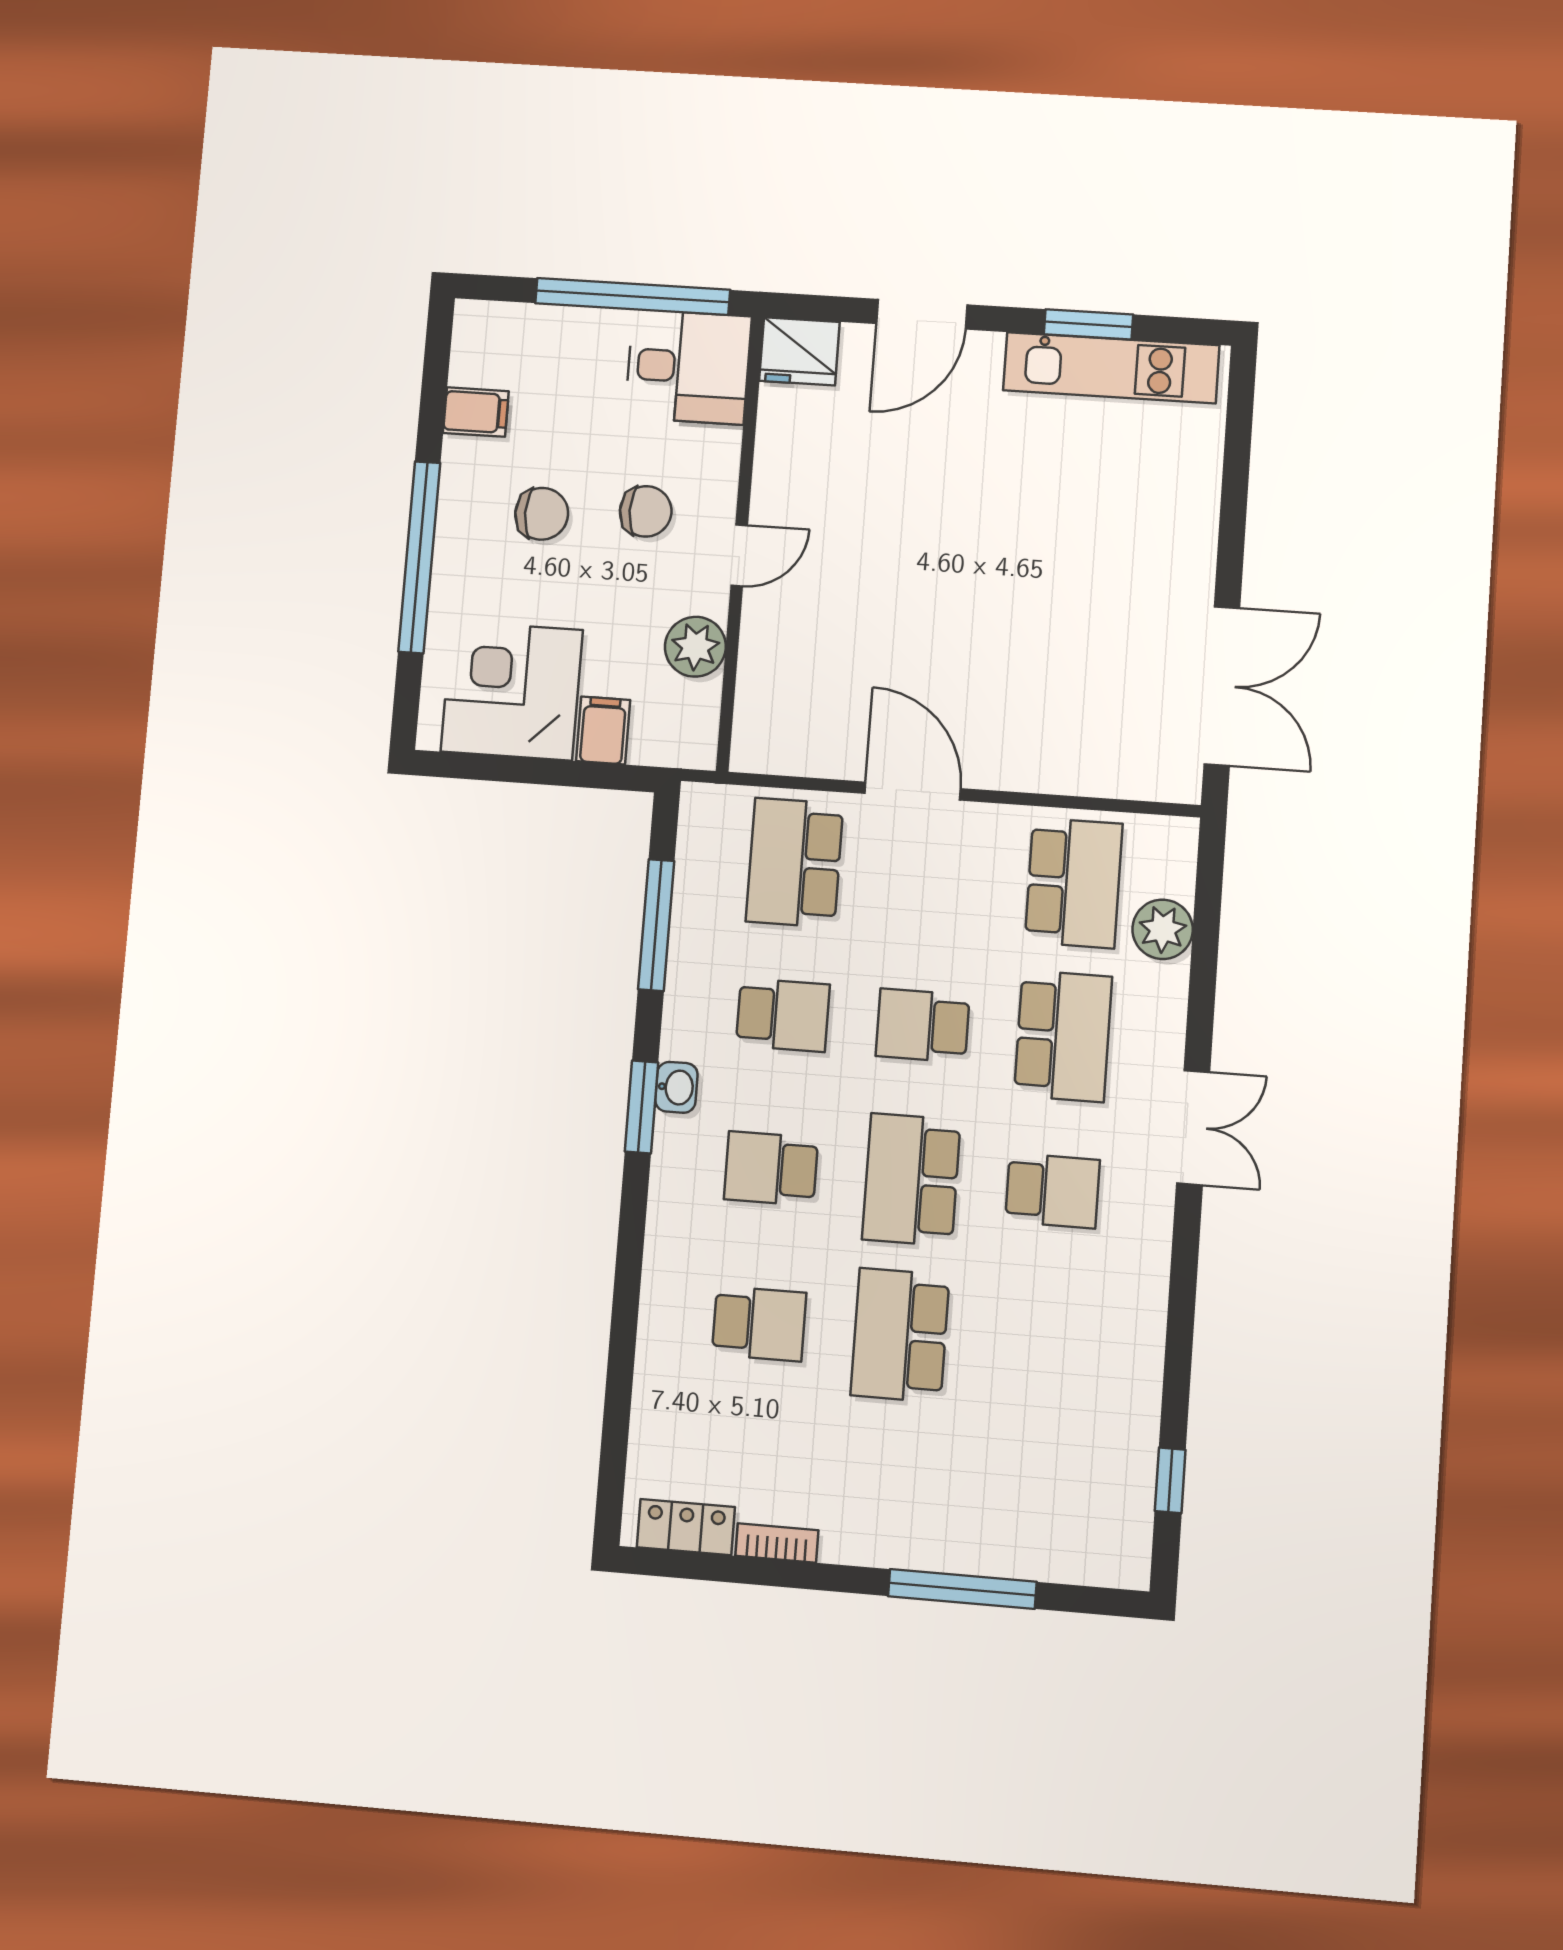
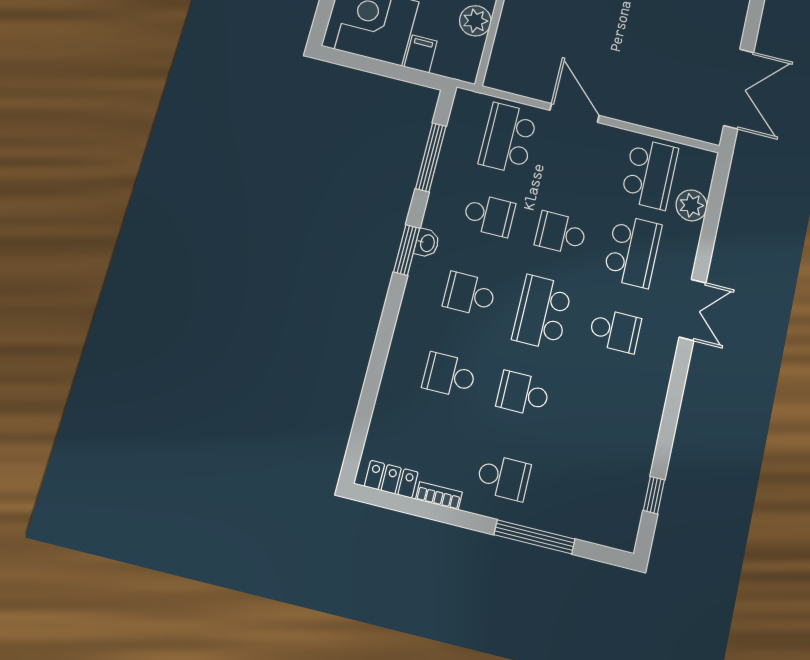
school desk: (759, 1324) -> (449, 375), turned 180
school desk: (900, 1335) -> (523, 394), width x0.54
school desk: (889, 1492) -> (503, 477), added

